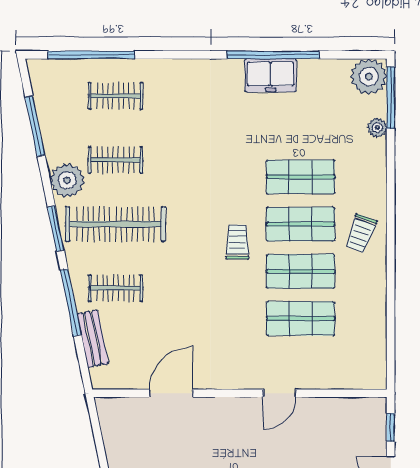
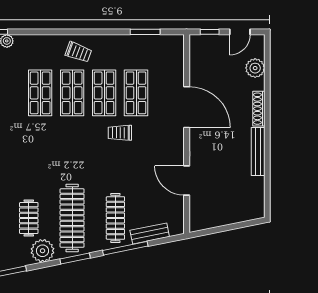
trolley: (237, 242) -> (120, 133), moved
clothes rail: (116, 288) -> (115, 218), width x1.36
window: (391, 332) -> (145, 32), added
door: (279, 393) -> (187, 107), width x1.87

